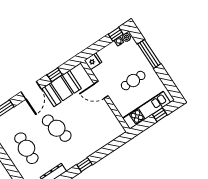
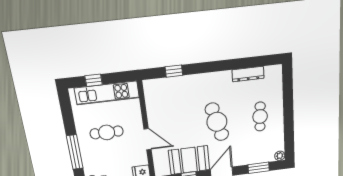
cafe table: (26, 148) -> (260, 117), width x0.73, depth x0.74
window: (84, 165) -> (174, 71), moved

